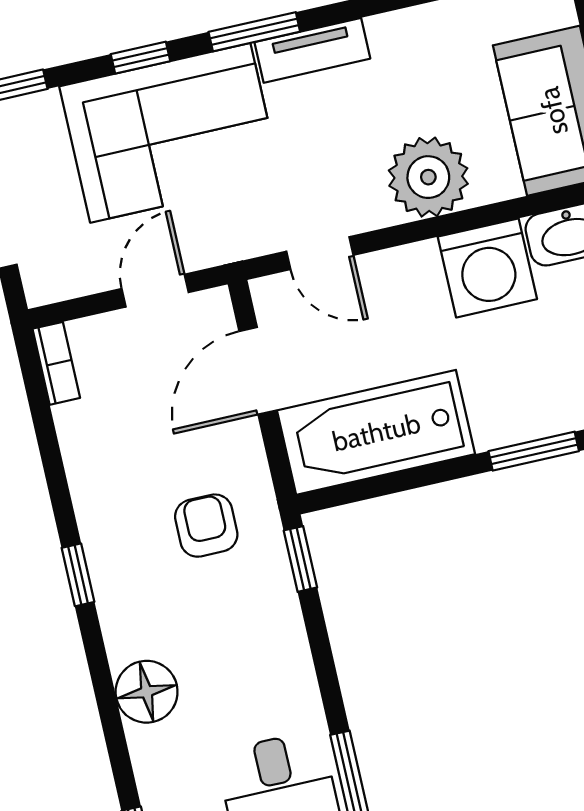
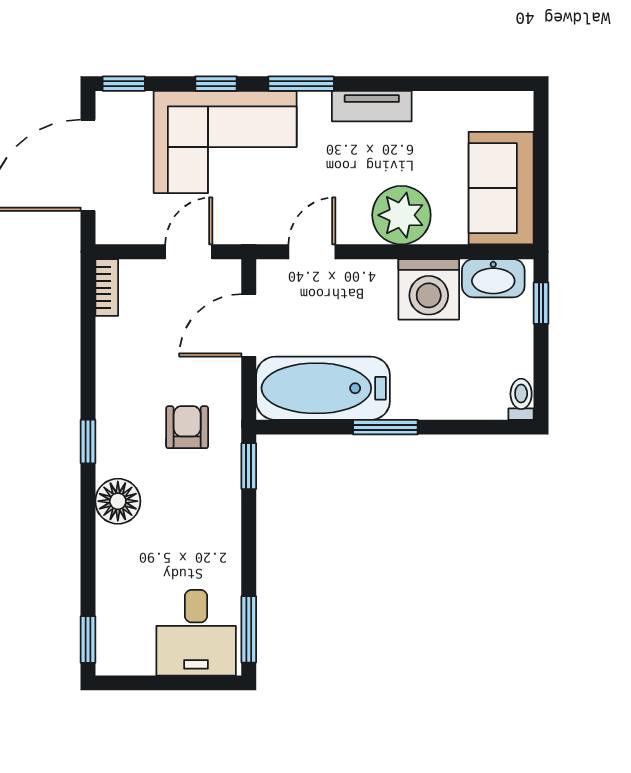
tv unit: (312, 50) -> (372, 106), moved
door: (320, 253) -> (312, 252), swing flipped
window: (534, 451) -> (385, 427), moved
floor lamp: (147, 692) -> (118, 501), moved

